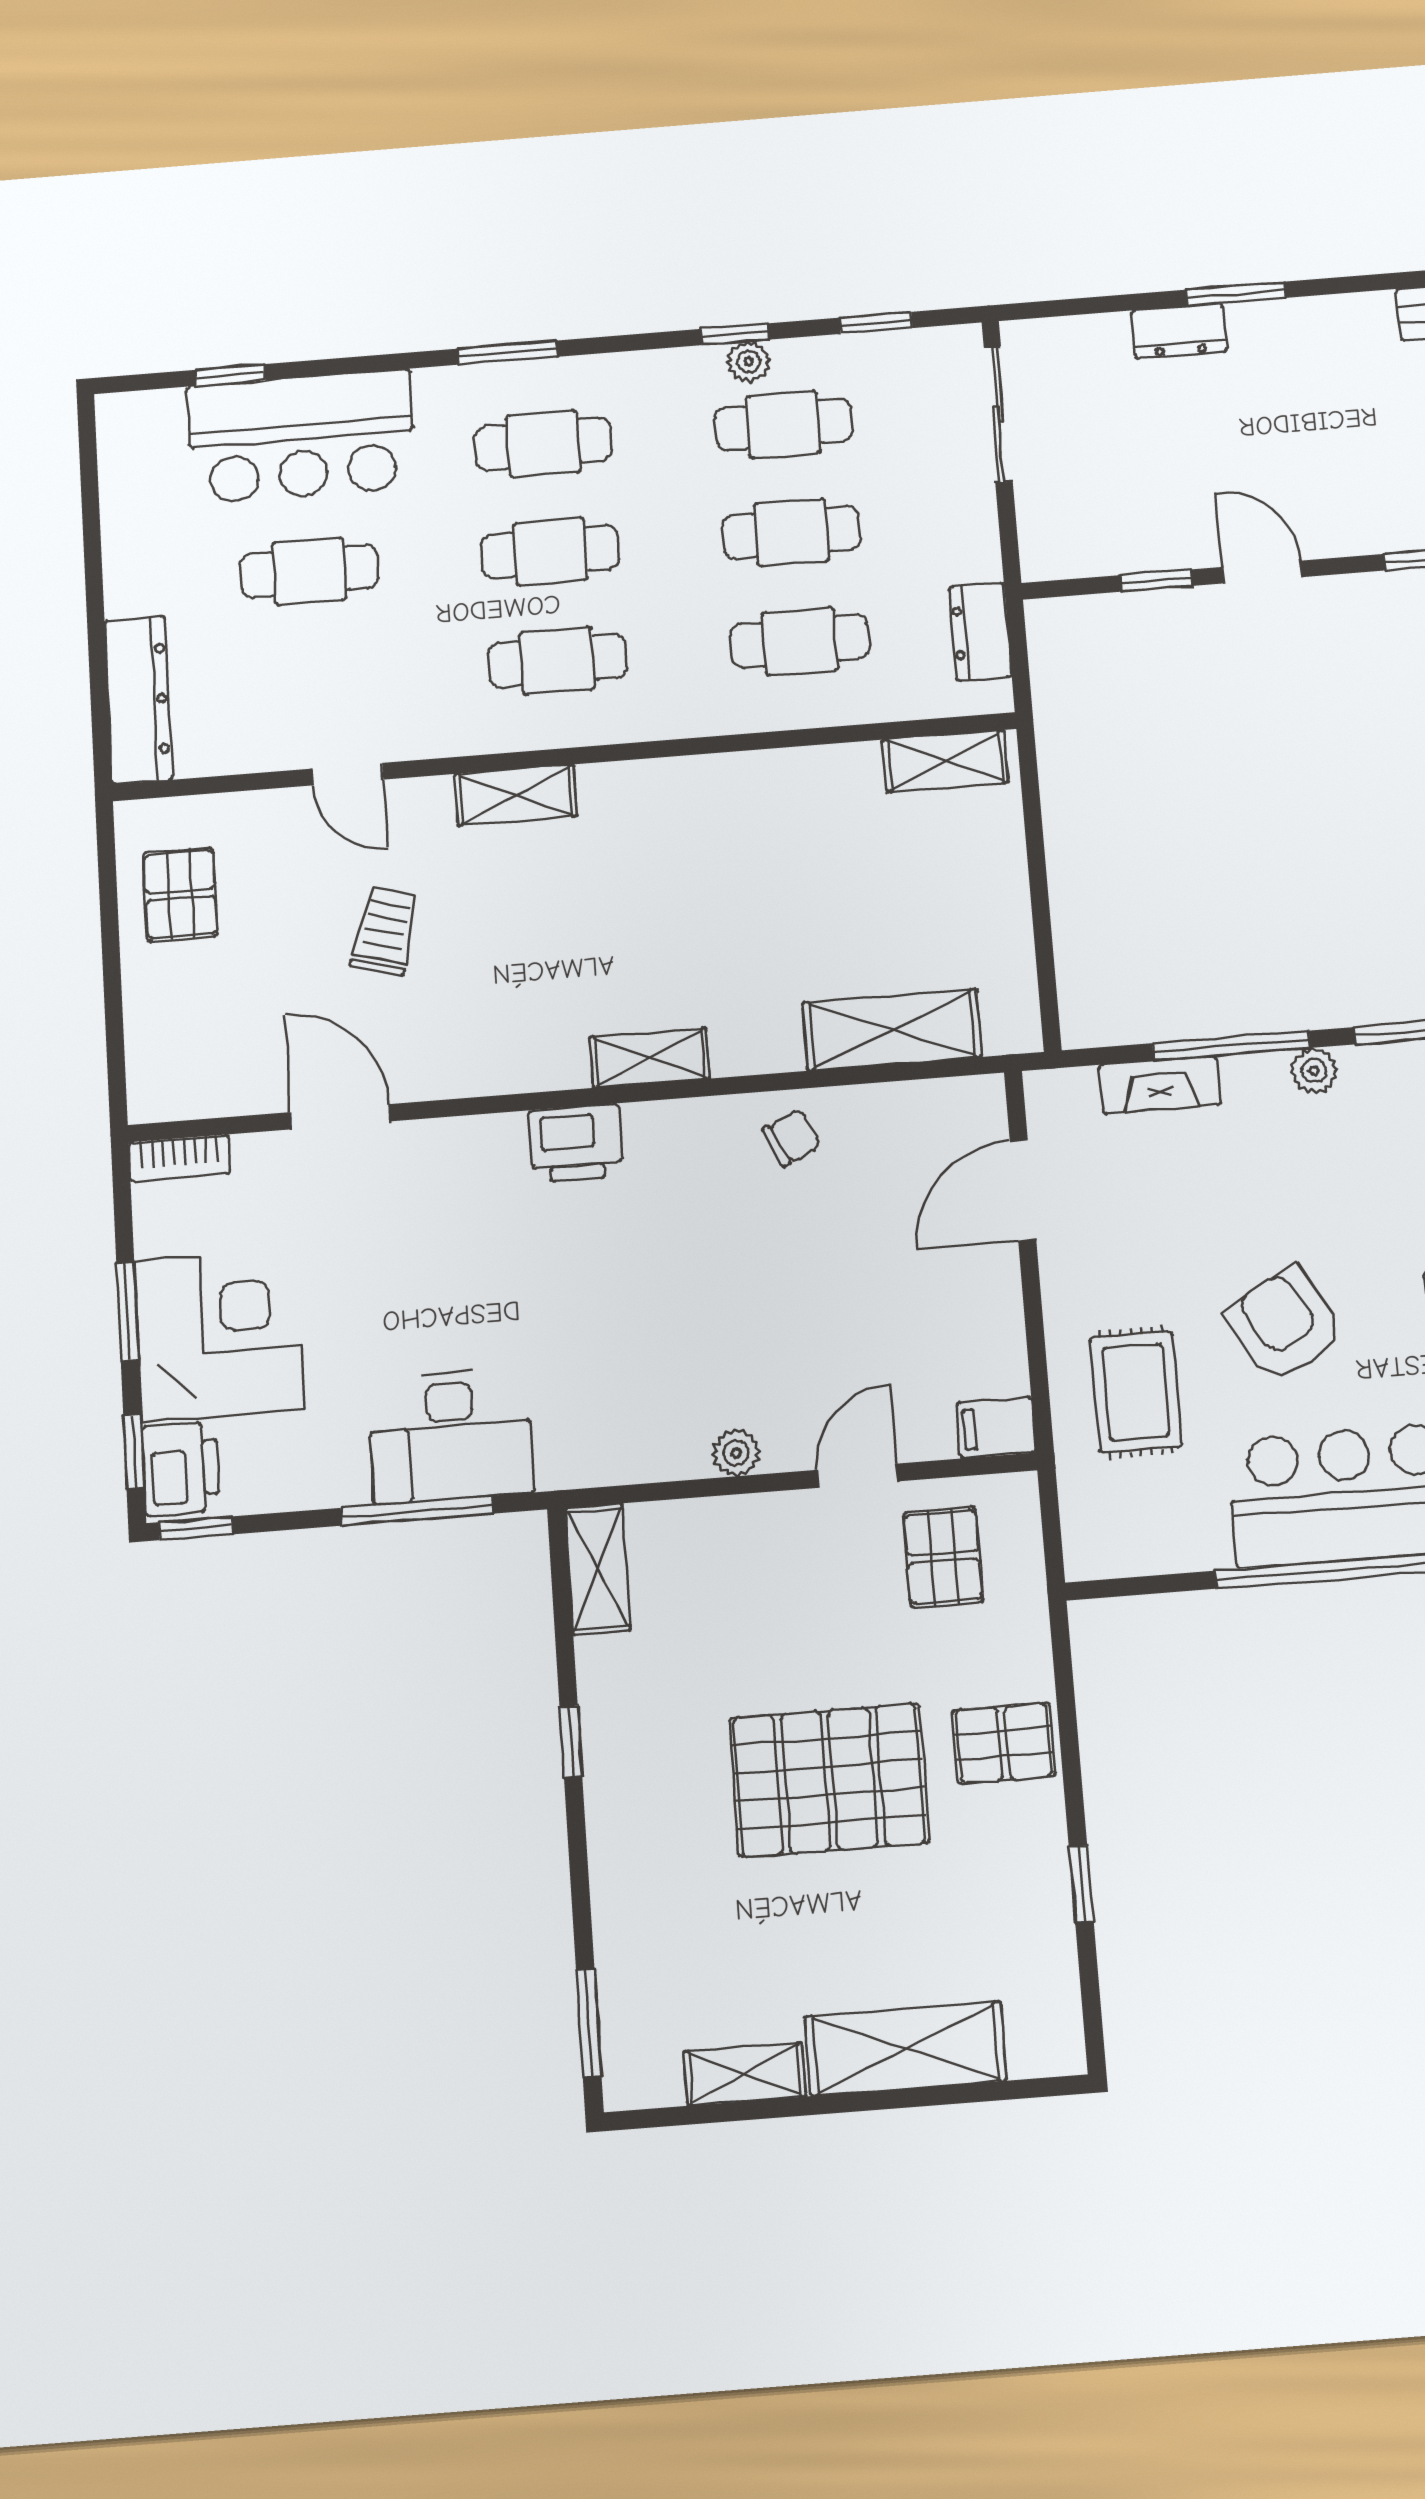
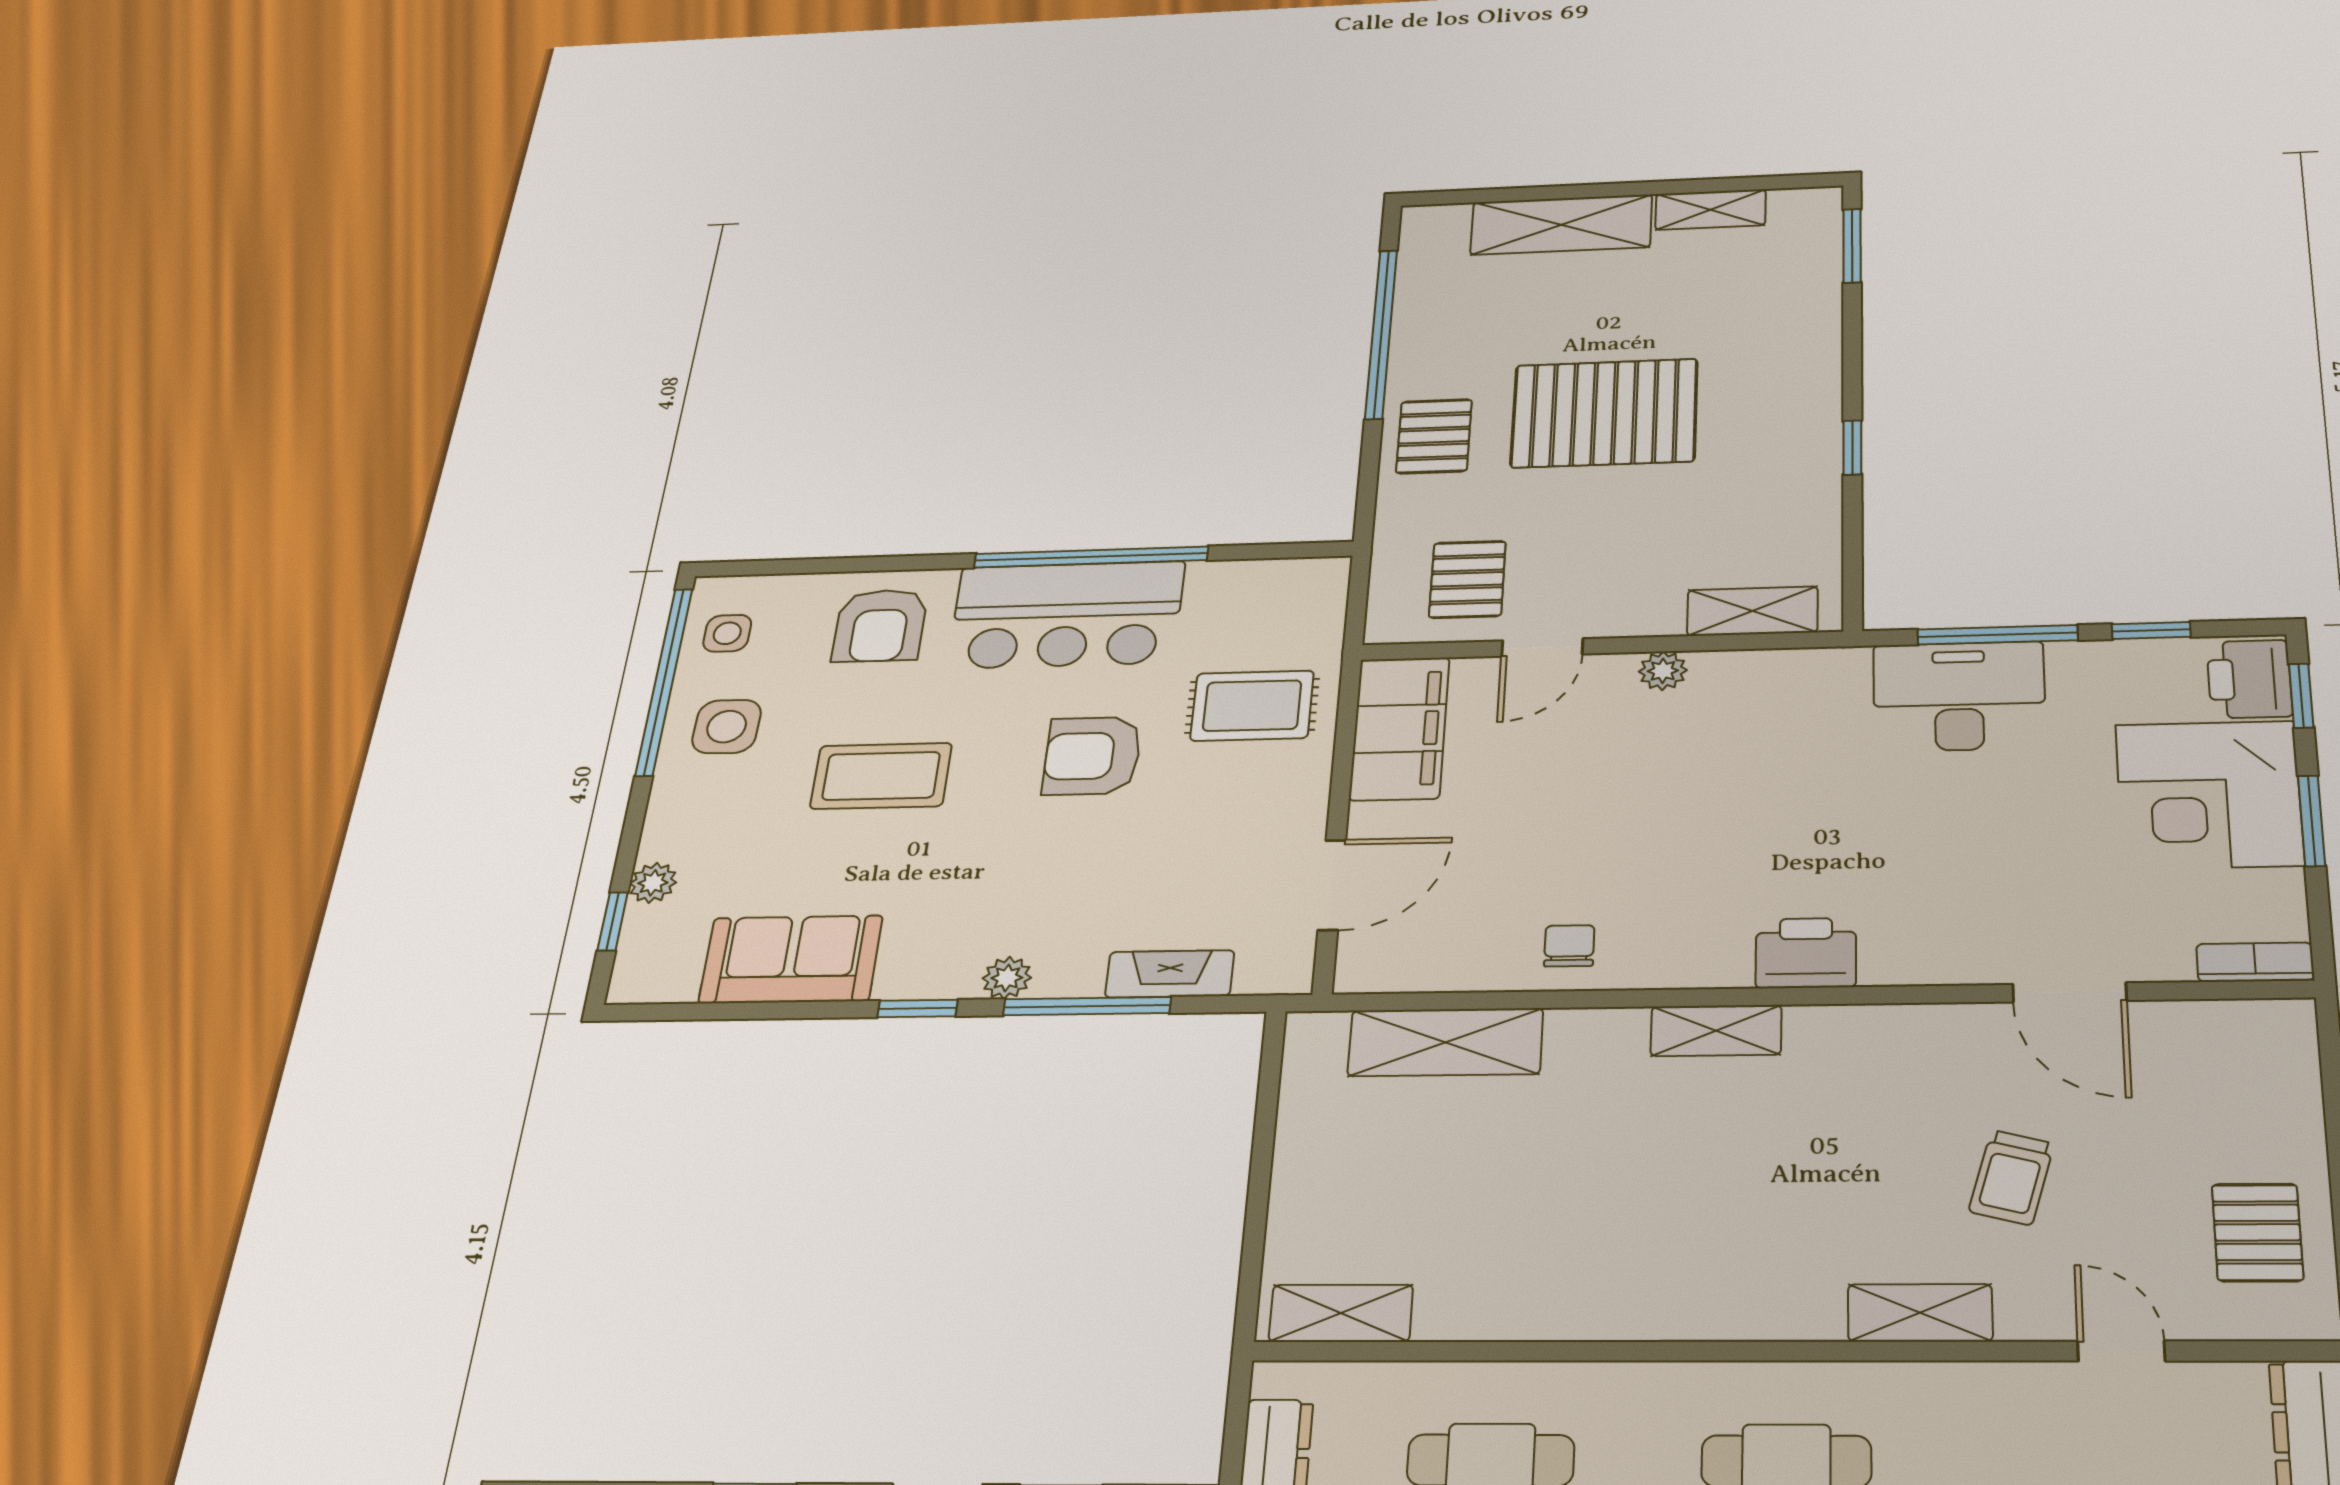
door: (348, 774) -> (2121, 1351), moved
shelving: (516, 795) -> (1920, 1313), moved
chair: (792, 1138) -> (1569, 946), turned 115
armchair: (1285, 1324) -> (1092, 756), turned 119
rug: (1136, 1392) -> (1252, 706), turned 90
filing cabinet: (996, 1427) -> (1400, 728), width x3.00, depth x1.17
window: (196, 1528) -> (2151, 631), moved
shelving: (598, 1569) -> (1752, 611), moved, turned 90
pallet: (1004, 1743) -> (1434, 436), turned 90
window: (1081, 1884) -> (1381, 334), width x3.17

